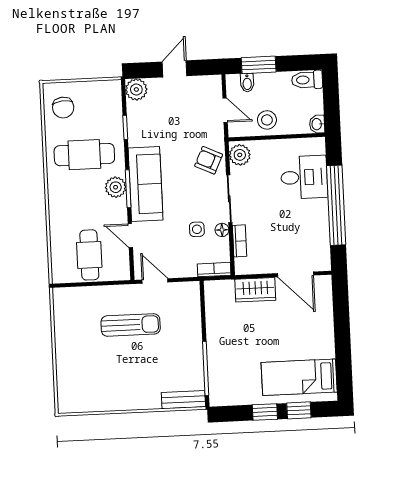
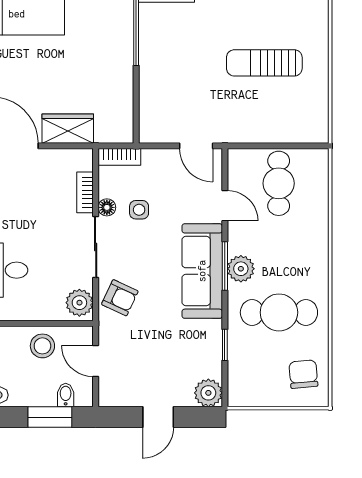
sun lounger: (131, 325) -> (264, 63), moved

